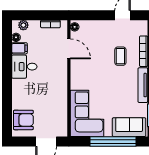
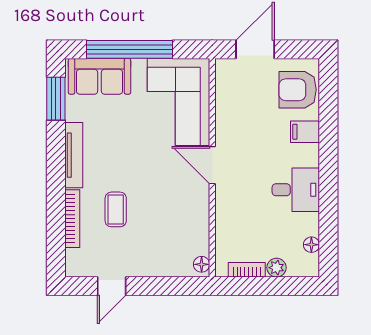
plant: (23, 25) -> (276, 268), moved
filing cabinet: (19, 48) -> (305, 132), moved
door: (69, 49) -> (212, 165), moved

